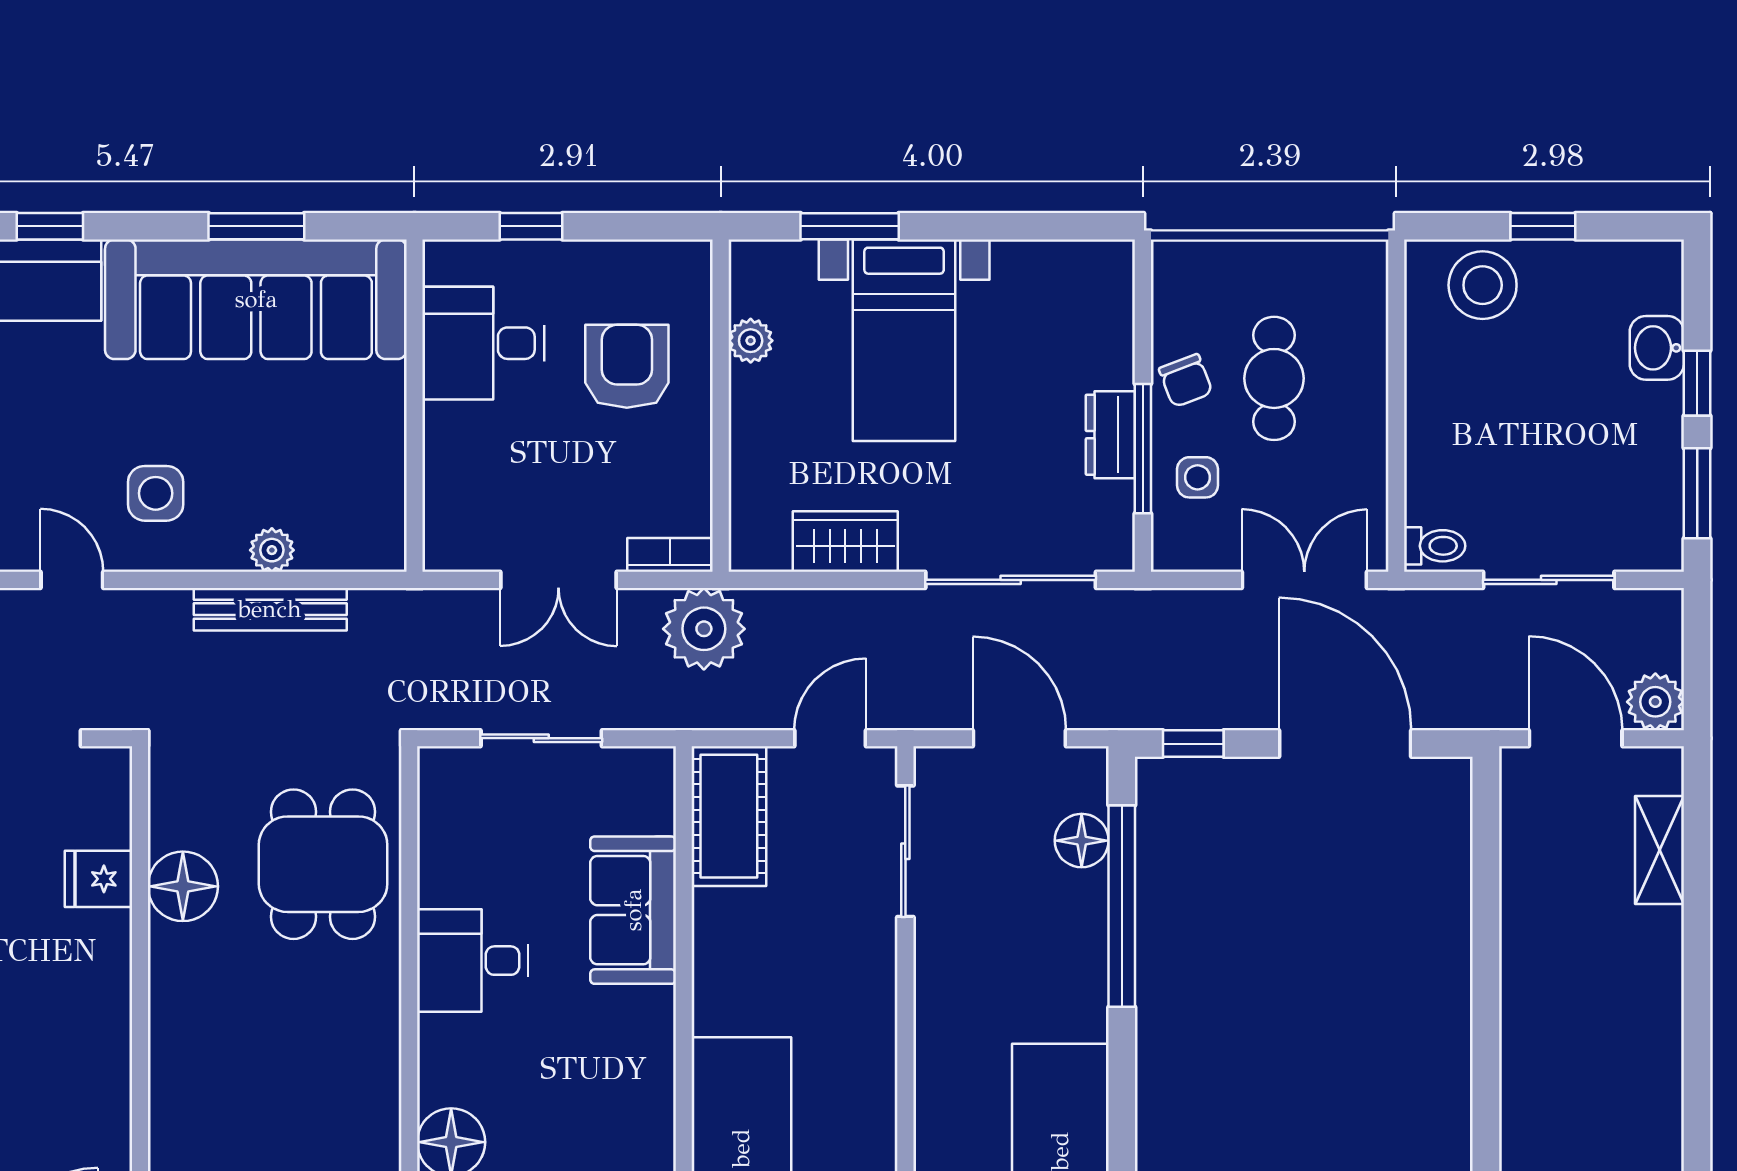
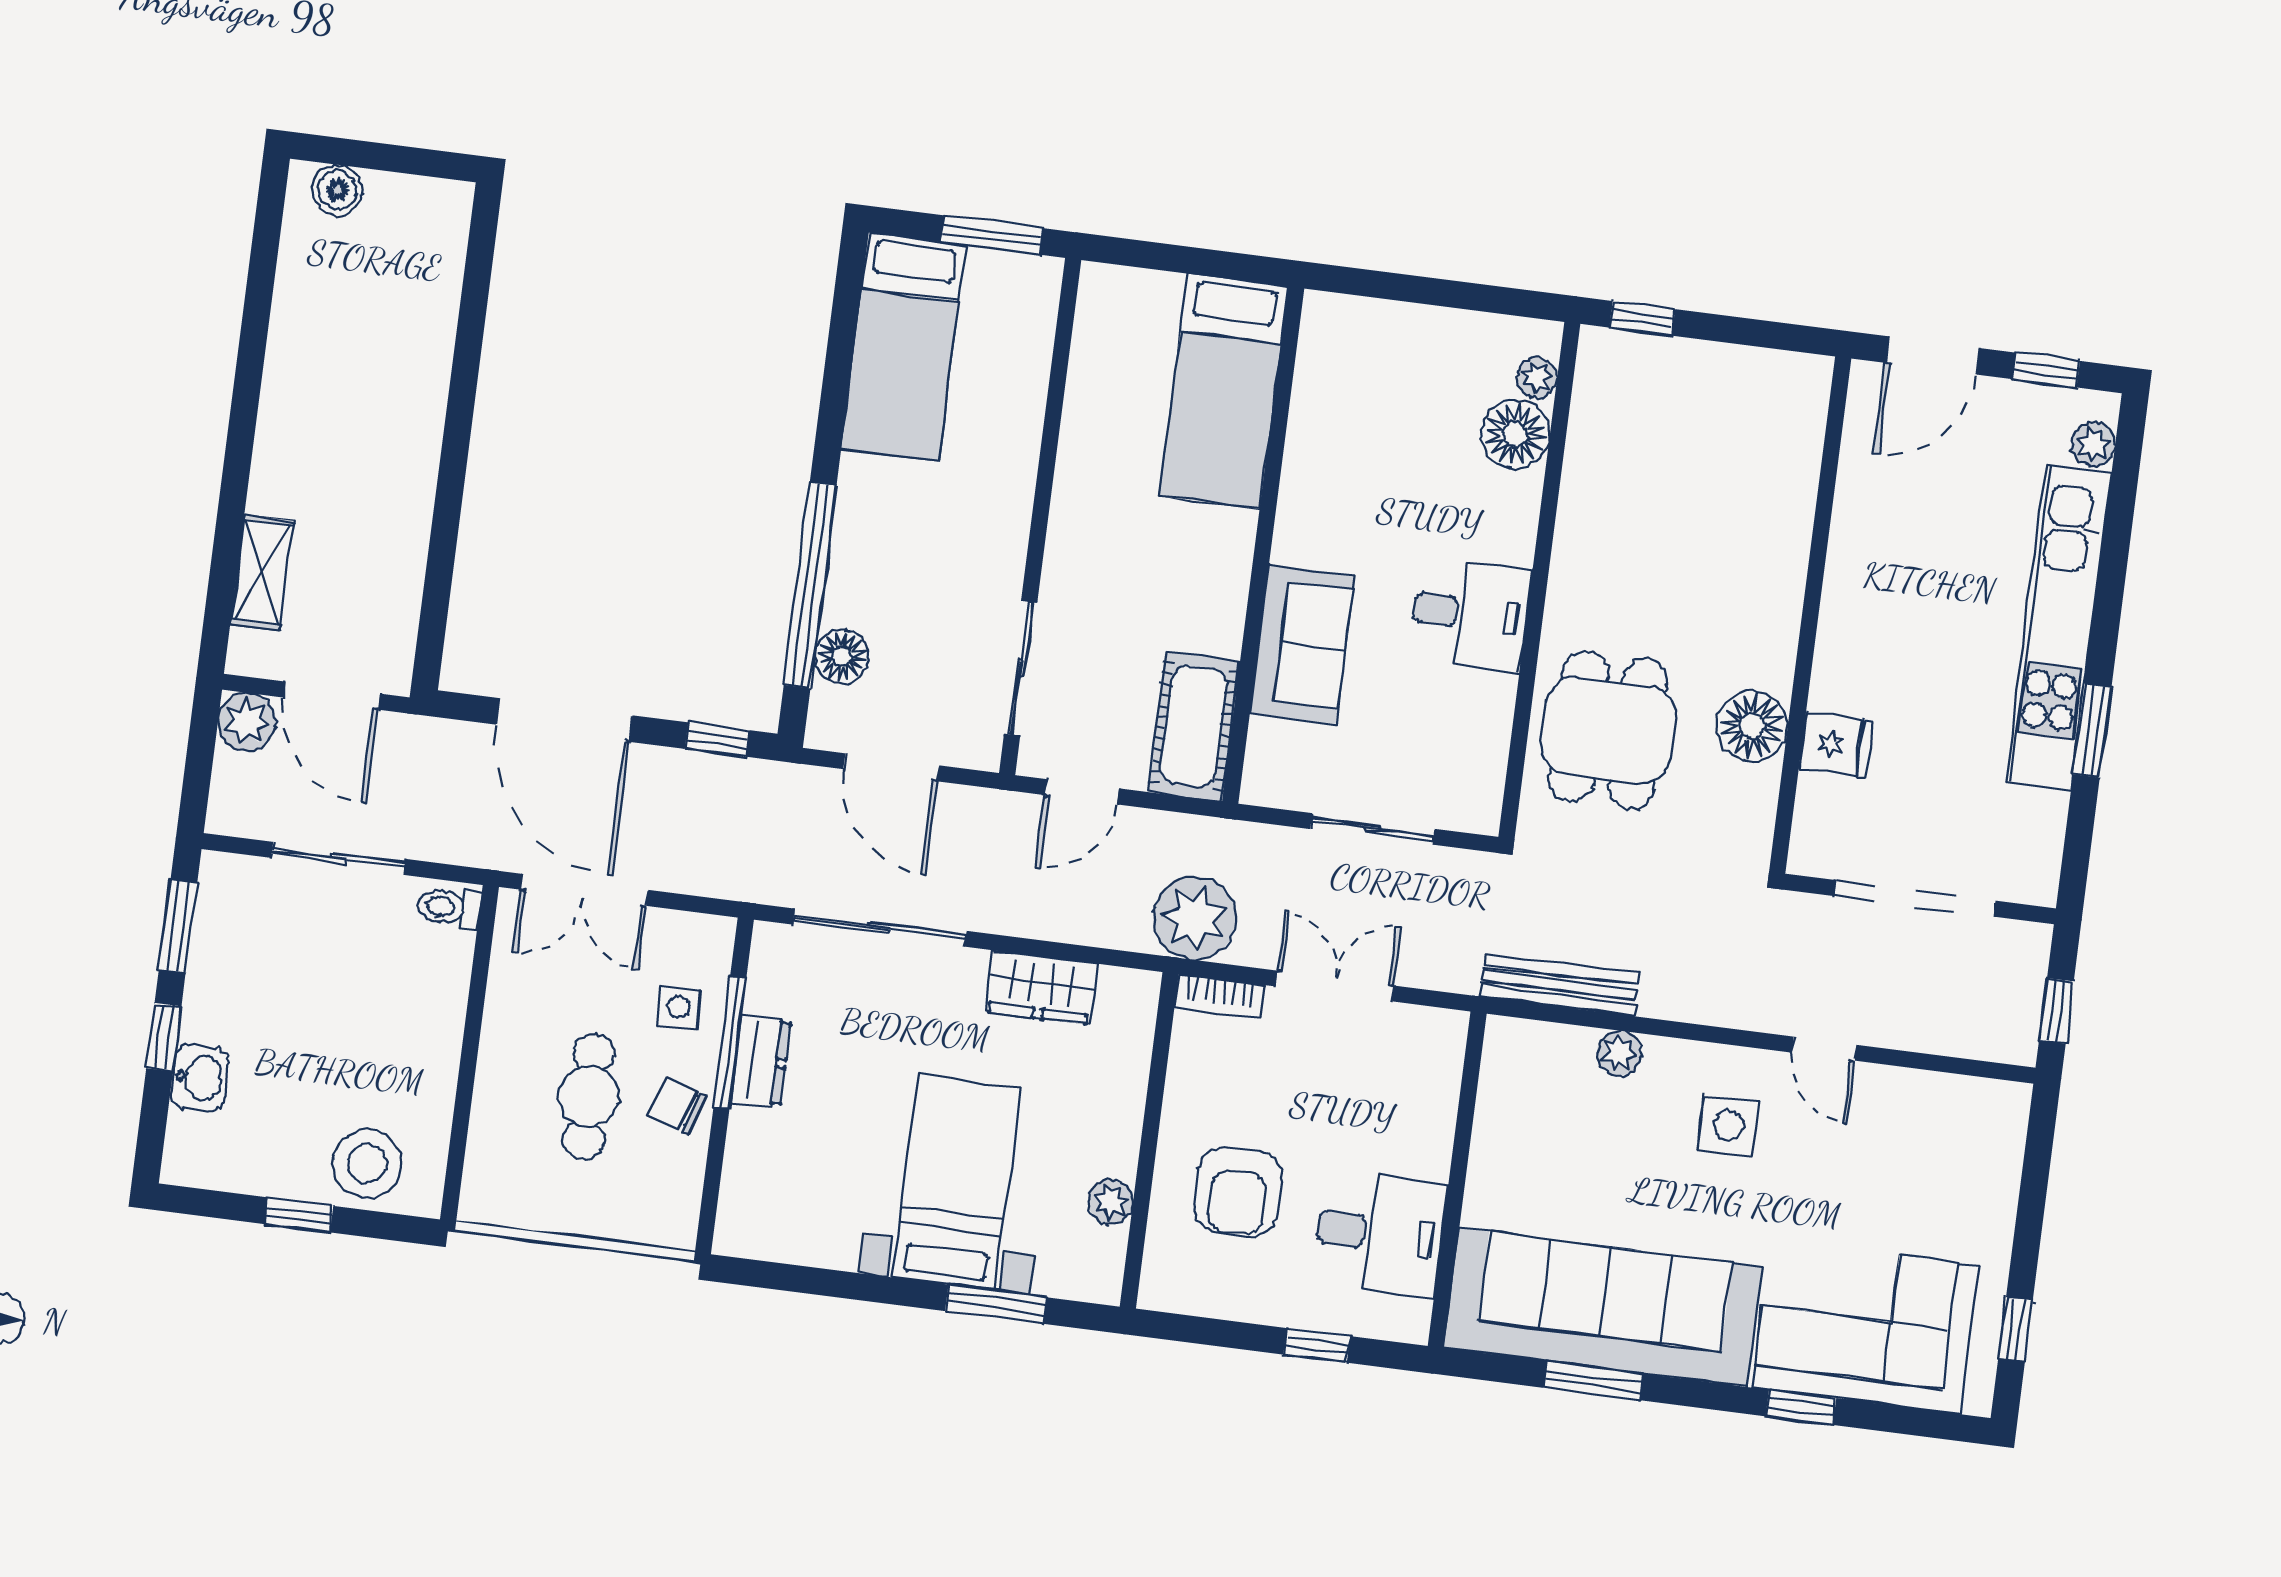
chair: (1186, 381) -> (678, 1106), turned -51
bench: (270, 609) -> (1560, 985), moved

